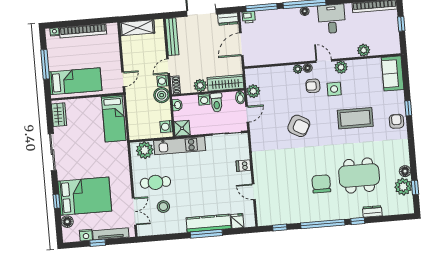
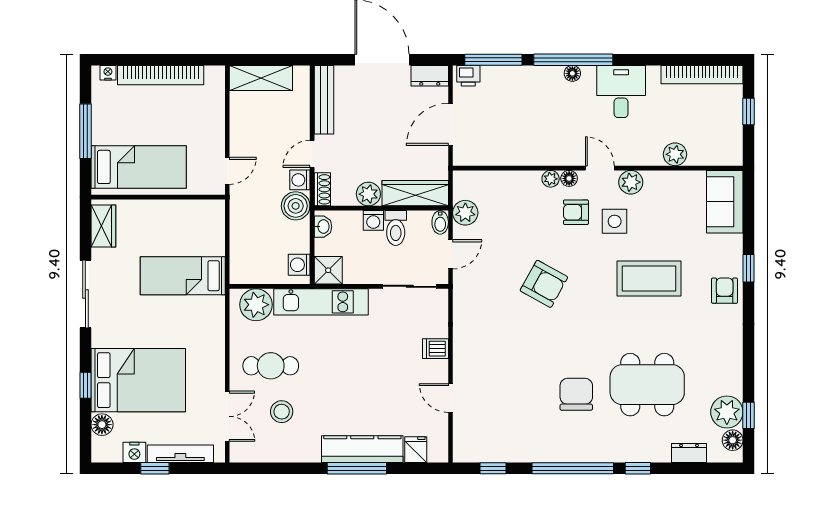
bed: (114, 119) -> (183, 276), moved, turned 90
floor lamp: (405, 171) -> (733, 440), moved
dresser: (372, 211) -> (689, 453), moved

